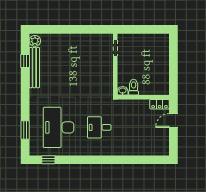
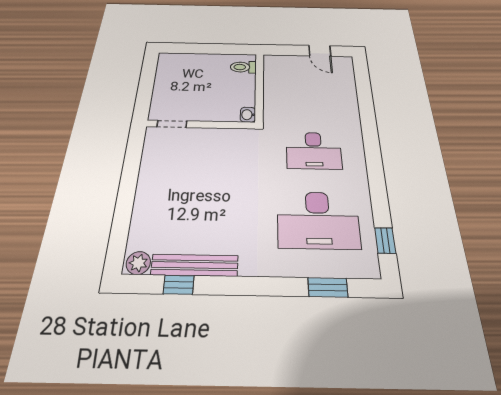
toilet: (134, 87) -> (243, 67), moved
locker: (160, 104) -> (271, 66), removed
door: (173, 121) -> (320, 51), moved
desk: (99, 127) -> (314, 151), width x1.37

